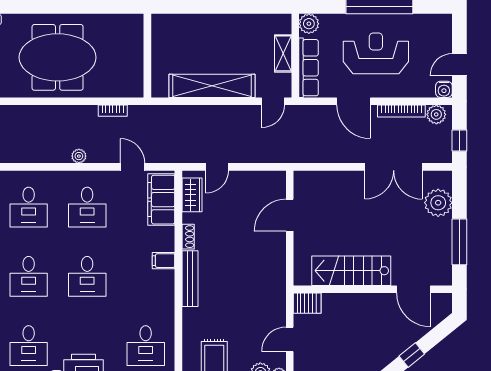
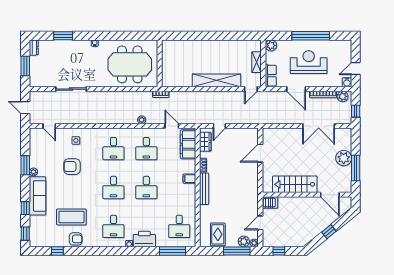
wall: (147, 56) -> (160, 63), moved
row of seats: (308, 68) -> (271, 76), width x0.68
plant: (438, 203) -> (344, 158), moved

